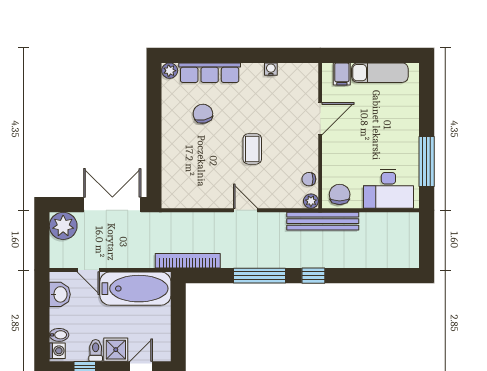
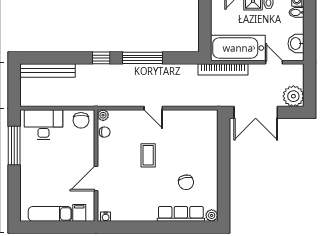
water cooler: (271, 69) -> (106, 217), moved
bench: (323, 221) -> (48, 71), moved
bookcase: (188, 261) -> (223, 69), moved

